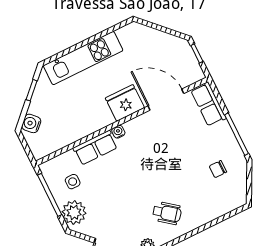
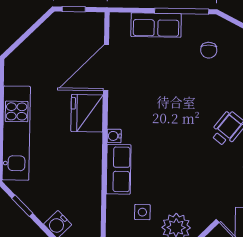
row of seats: (208, 104) -> (156, 25), moved

